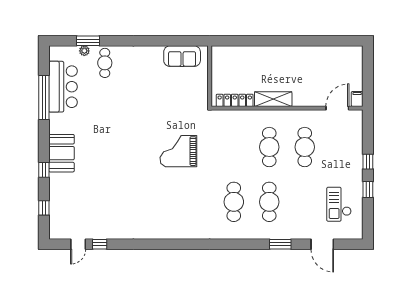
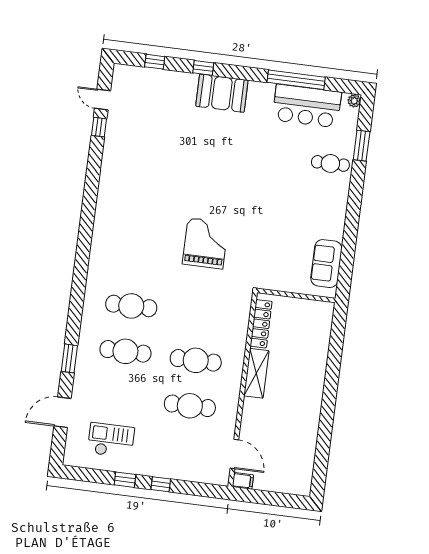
plant: (84, 51) -> (354, 101), moved

